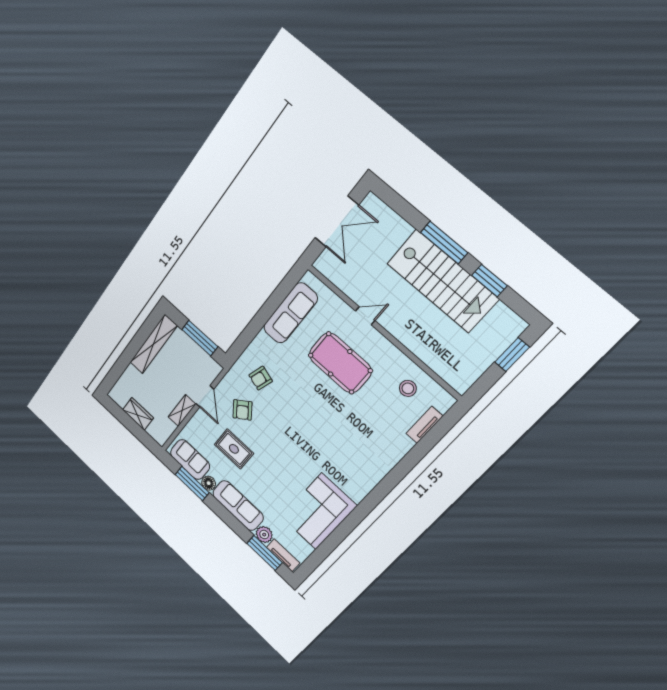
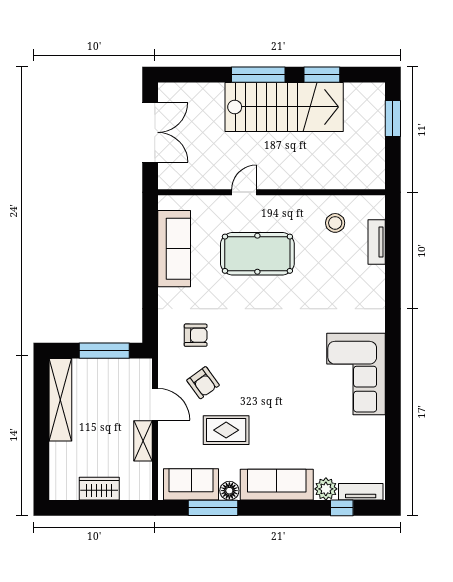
armchair: (261, 378) -> (196, 335), turned -107
corner sofa: (319, 511) -> (356, 374), moved
window: (265, 553) -> (342, 508), width x0.46

